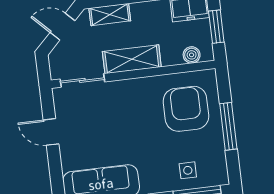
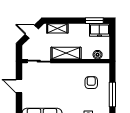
window: (216, 27) -> (112, 41), removed
armchair: (186, 109) -> (91, 83), width x0.53, depth x0.53

